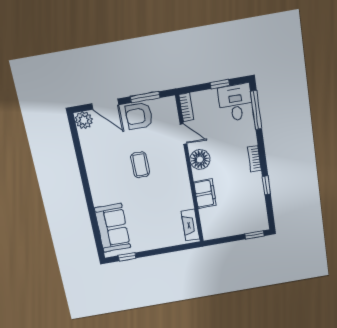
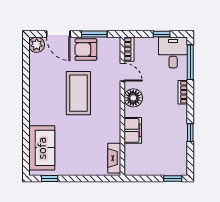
bookcase: (254, 159) -> (183, 92), moved
coffee table: (140, 165) -> (78, 93), width x1.86, depth x1.72

